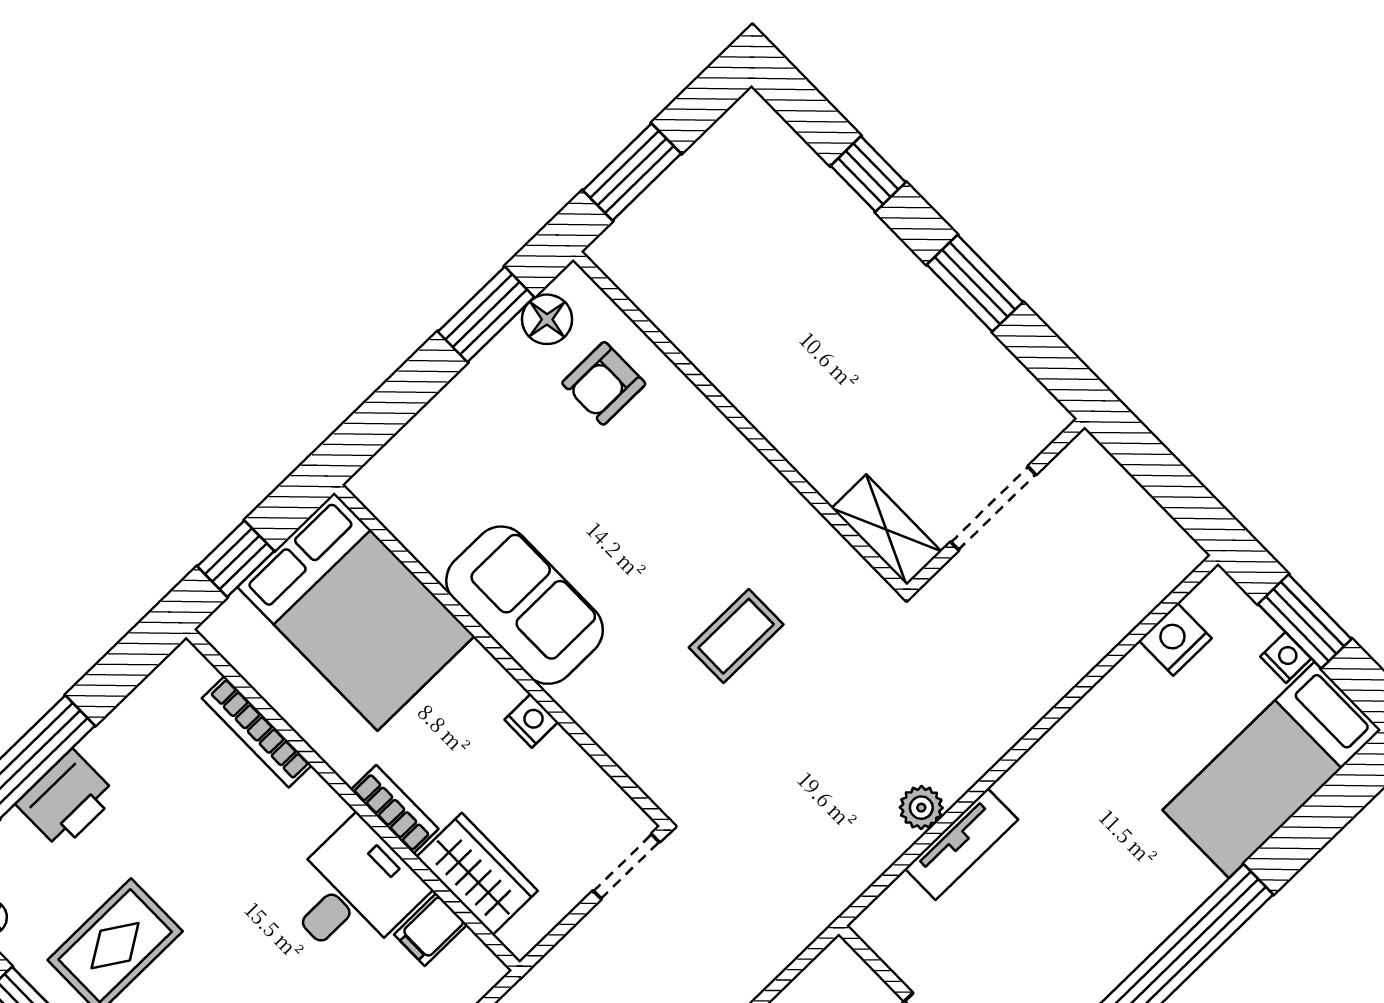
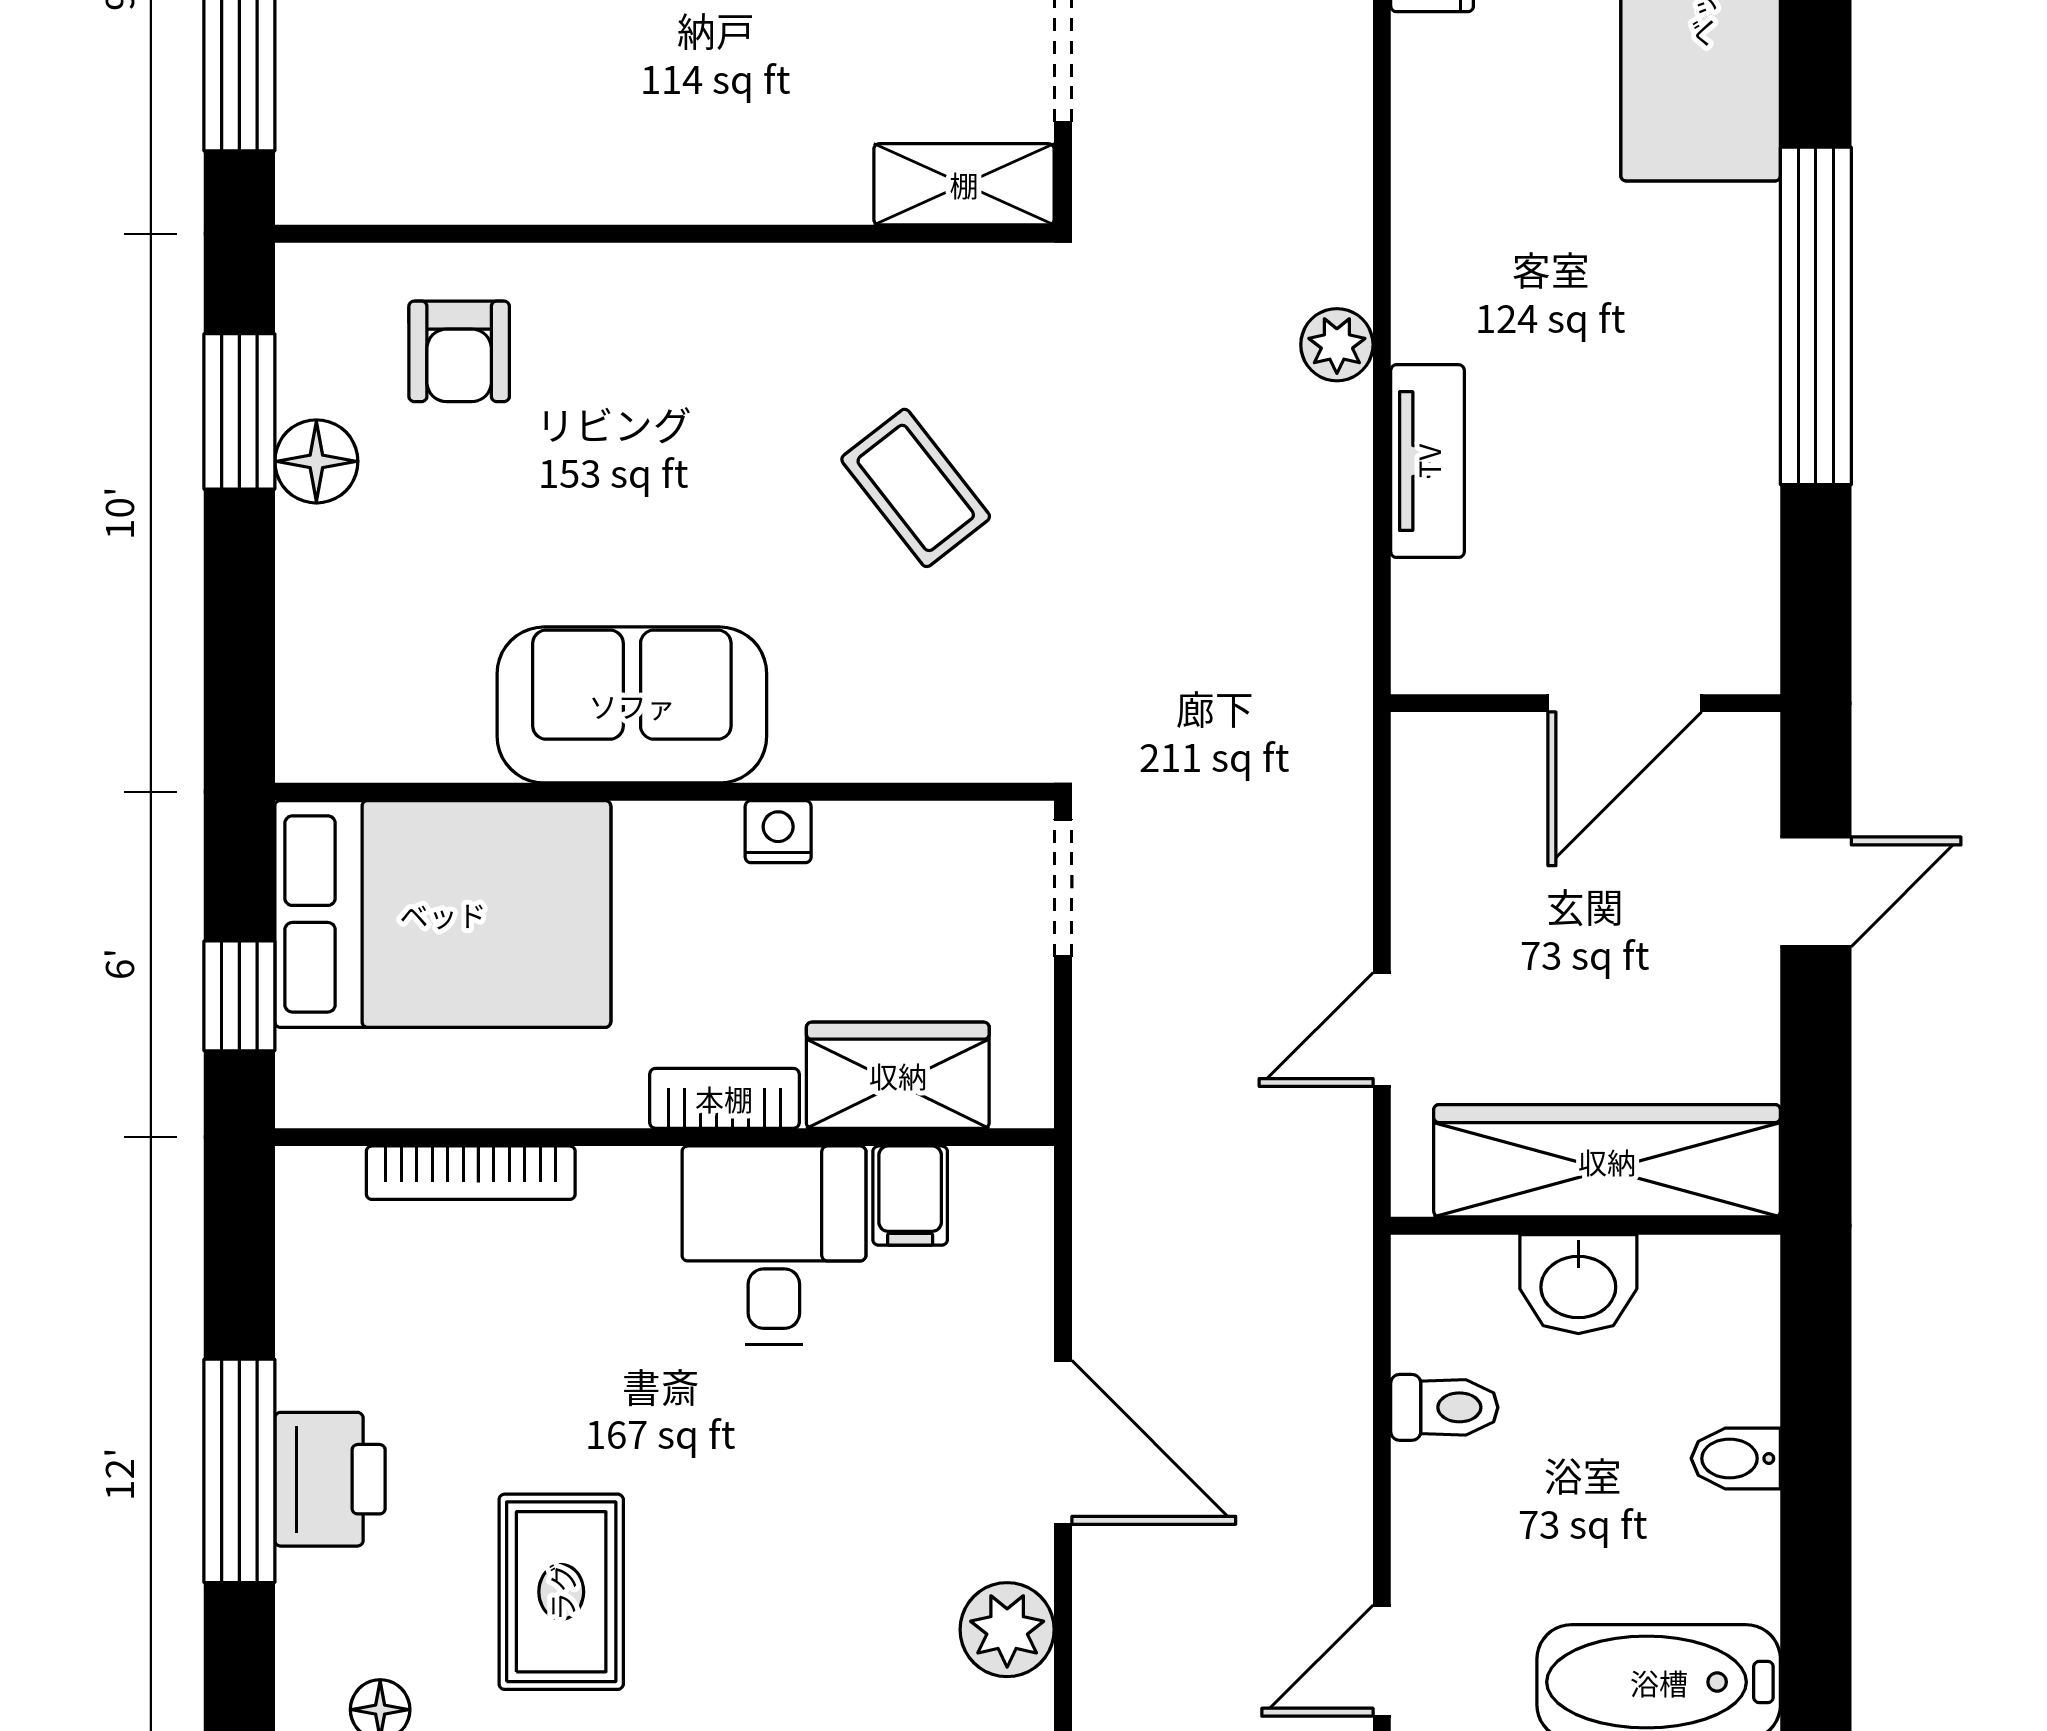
floor lamp: (547, 319) -> (316, 461), moved
coffee table: (736, 636) -> (916, 488), turned -38
plant: (921, 808) -> (1337, 345), moved

